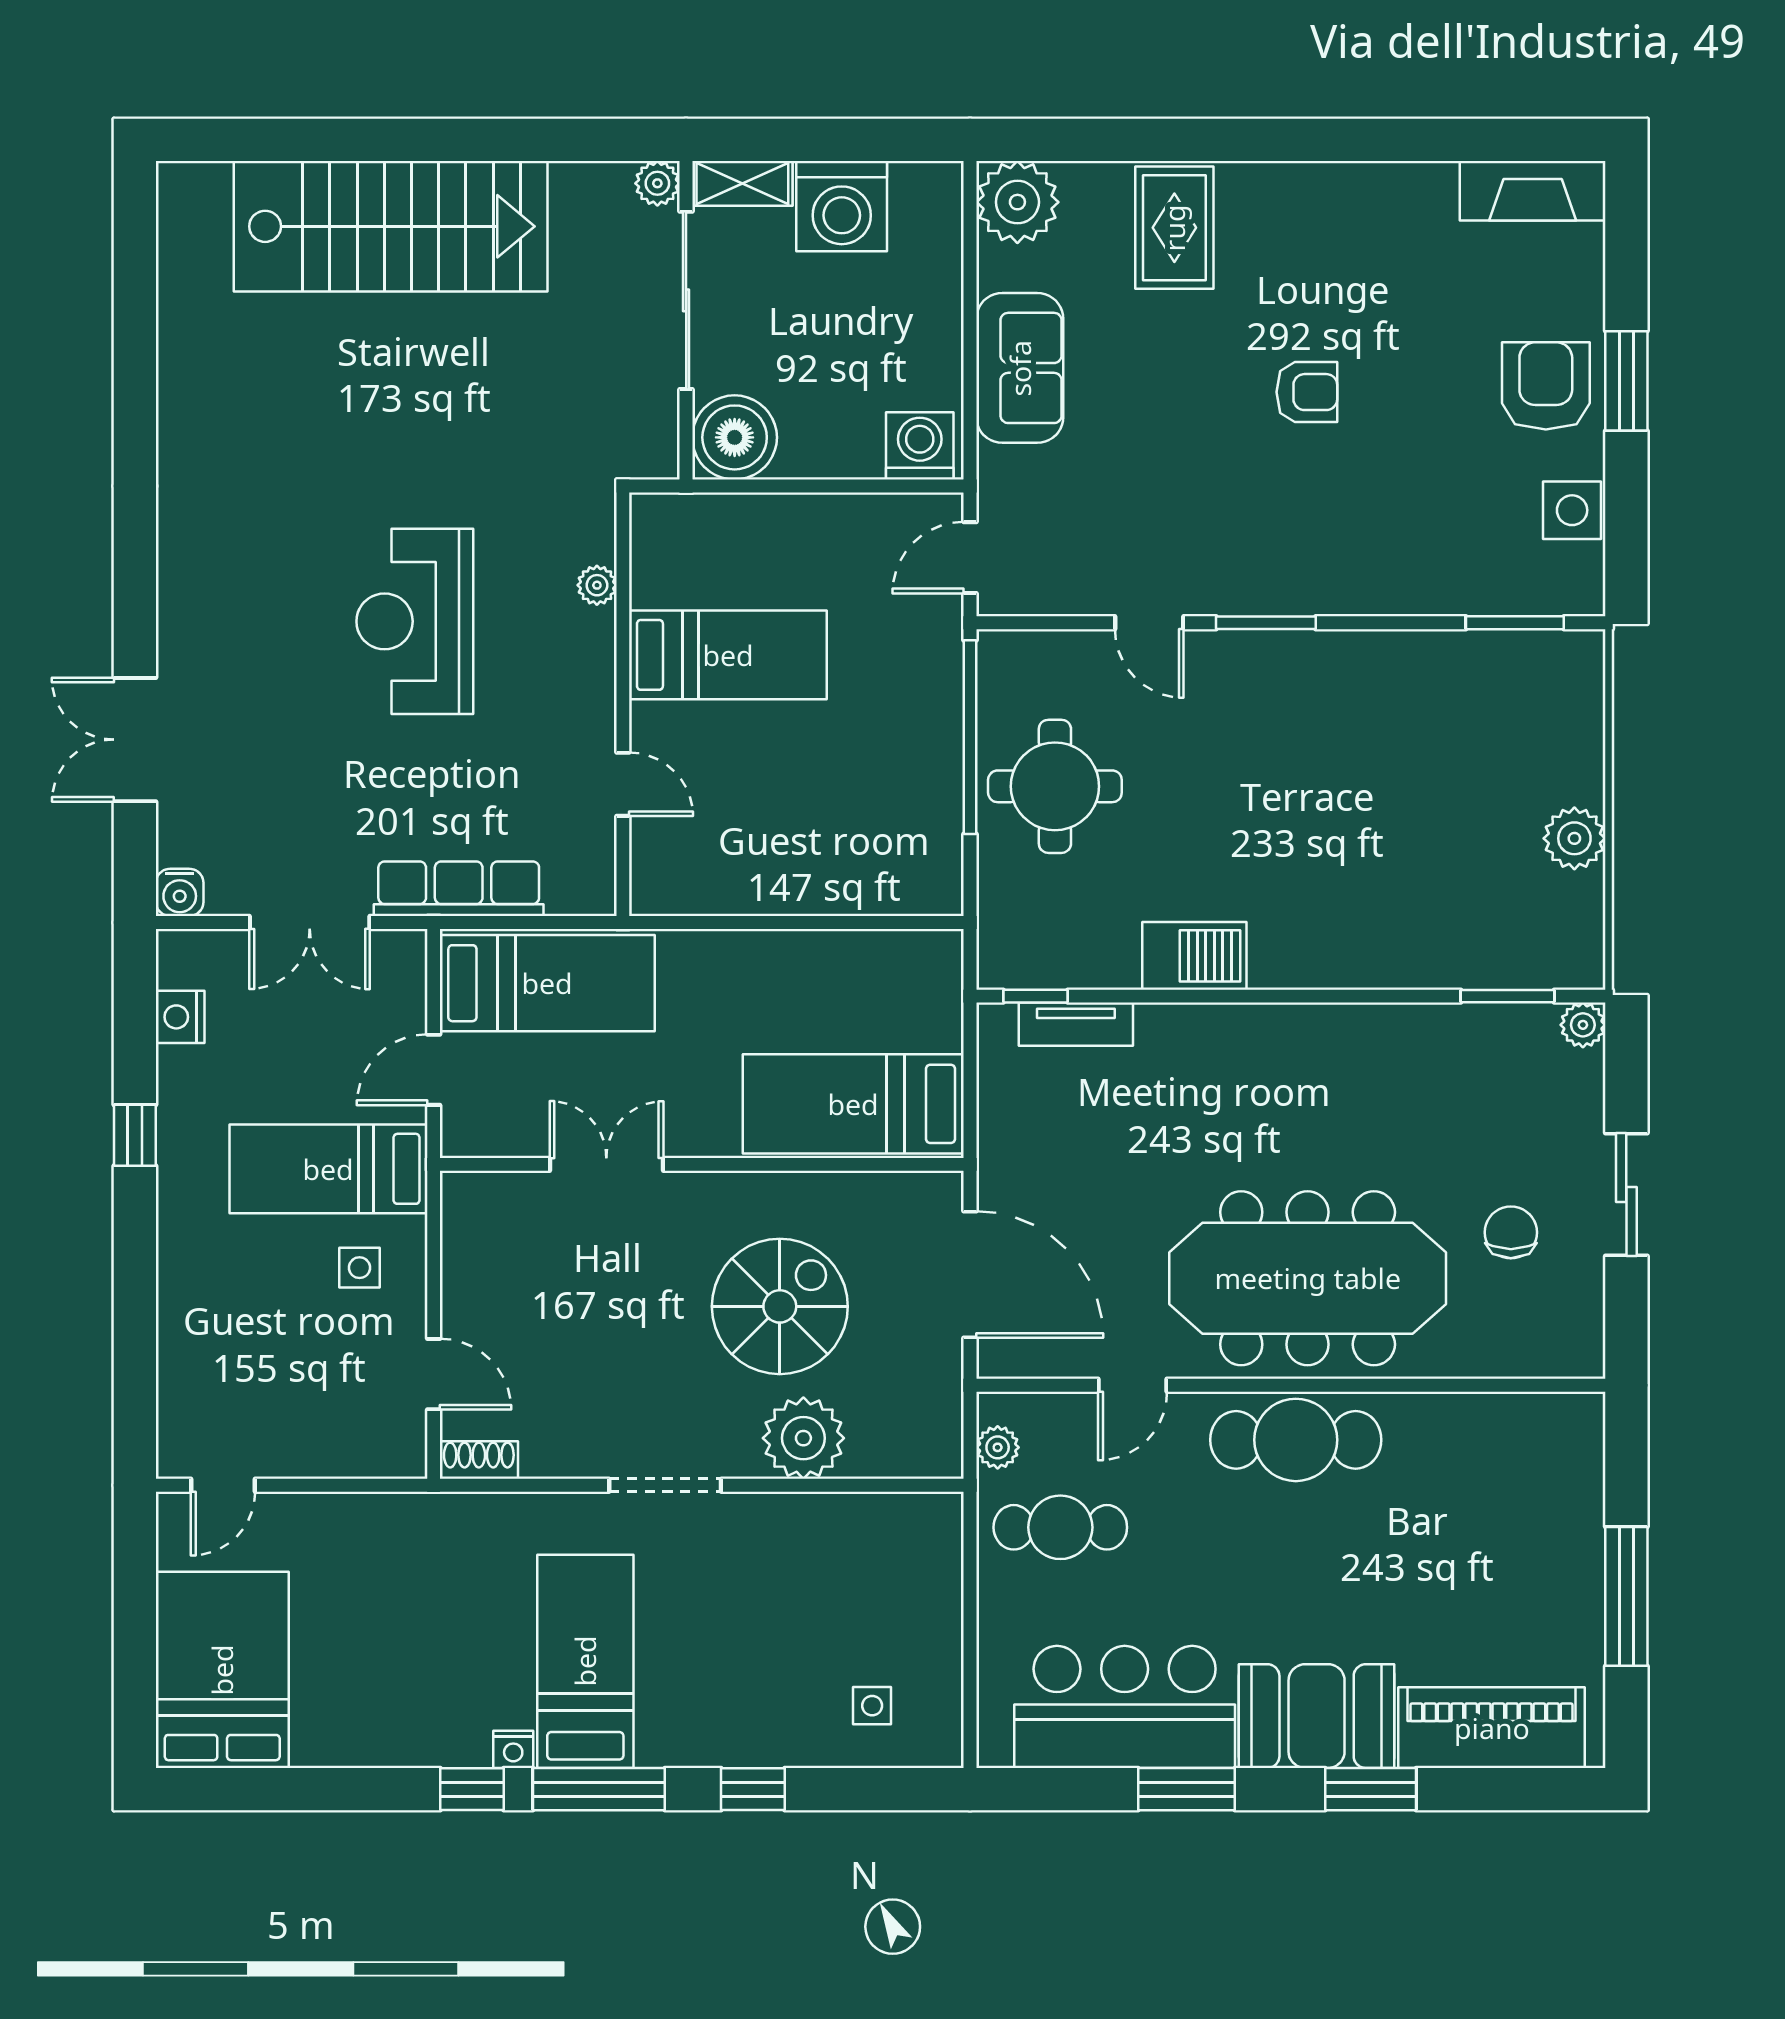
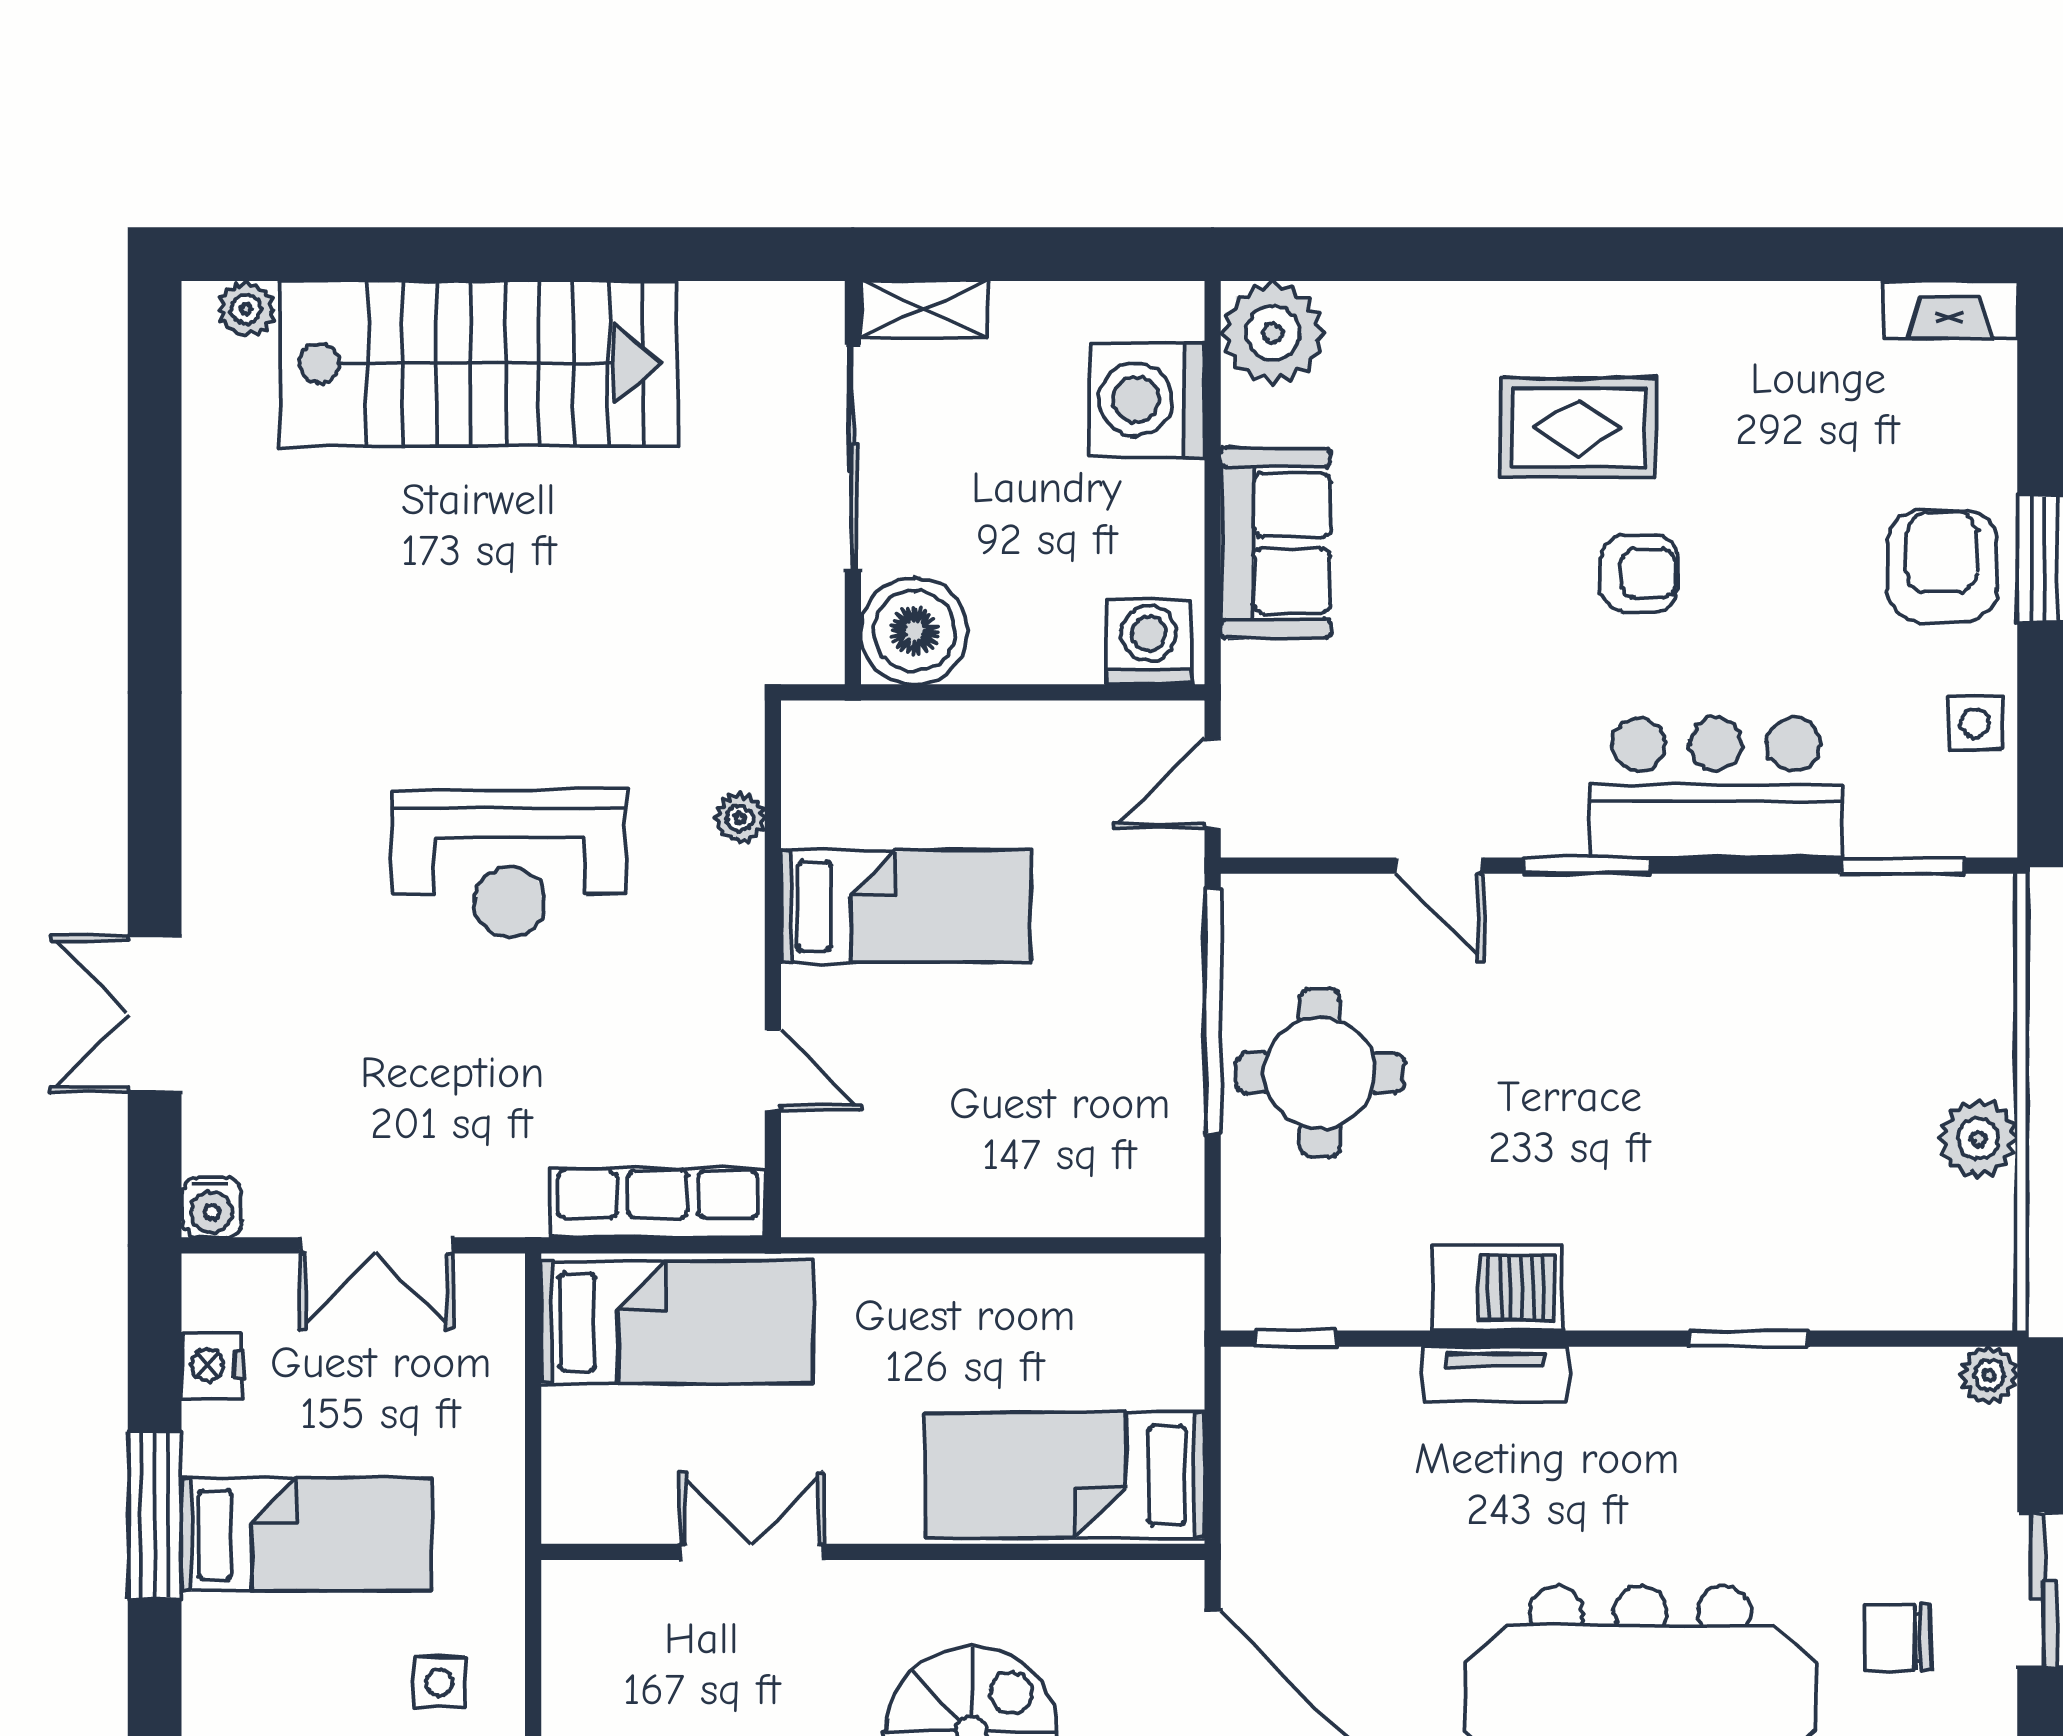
plant: (657, 183) -> (246, 309), moved
fireplace: (1533, 191) -> (1950, 309), width x0.73, depth x0.76
washing machine: (842, 206) -> (1147, 400), moved, turned 90
rug: (1174, 228) -> (1578, 428), moved, turned 90
side table: (1572, 510) -> (1975, 723), width x0.73, depth x0.73
bar counter: (1367, 561) -> (1716, 788), added
reception desk: (415, 621) -> (509, 864), turned -90
row of seats: (459, 889) -> (657, 1203), moved
window: (1508, 996) -> (1748, 1339), moved
tv unit: (1076, 1024) -> (1496, 1374), moved
door: (434, 1070) -> (533, 1432), removed
window: (135, 1135) -> (155, 1515), width x2.17
bed: (328, 1169) -> (306, 1534), moved, turned 180
chair: (1511, 1232) -> (1898, 1638), turned -90

